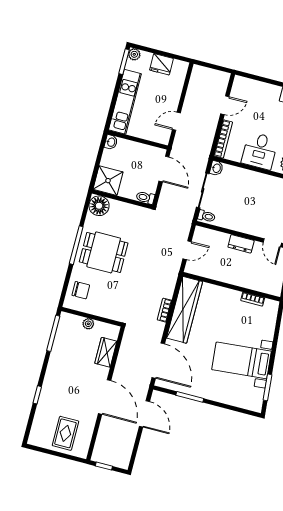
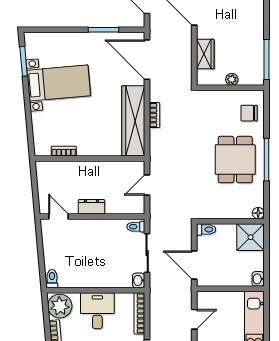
floor lamp: (99, 206) -> (258, 213), width x0.53, depth x0.53
dining table: (104, 252) -> (235, 160), turned 90

